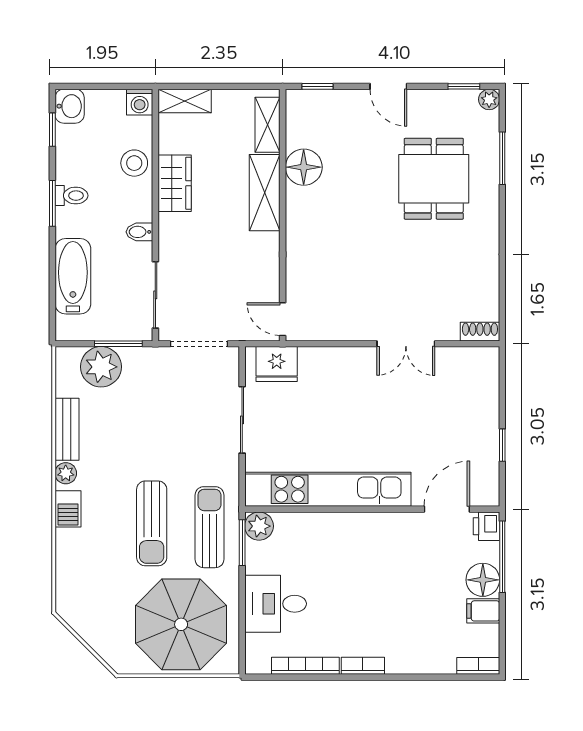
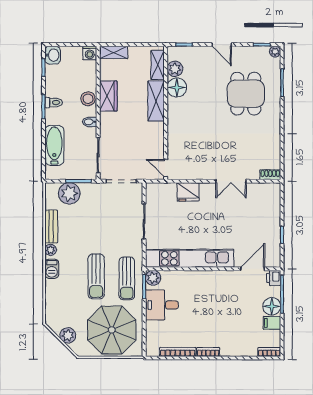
plant: (300, 132) -> (175, 69), added
stool: (134, 163) -> (88, 99), moved
fridge: (277, 364) -> (188, 192), moved
sun lounger: (209, 527) -> (127, 278), turned 180
desk: (276, 604) -> (162, 305), moved
plant: (98, 635) -> (68, 335), added

